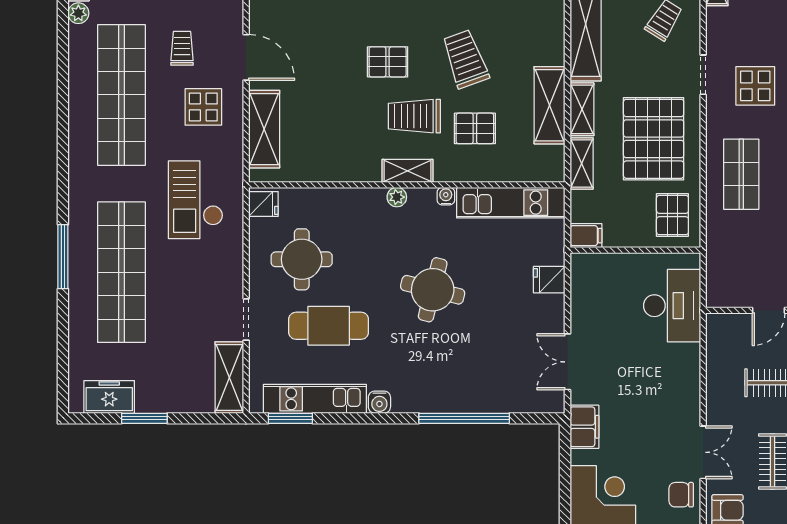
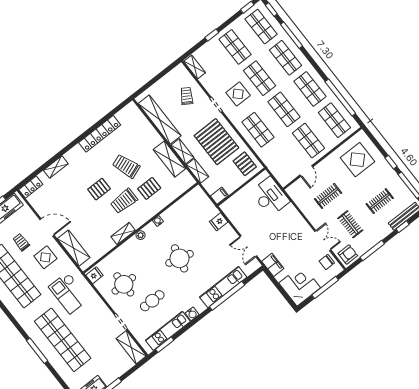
shelving: (408, 171) -> (123, 233), moved
kitchen unit: (511, 203) -> (223, 287), moved, turned 180
cafe table: (329, 326) -> (152, 301), width x0.73, depth x0.74

